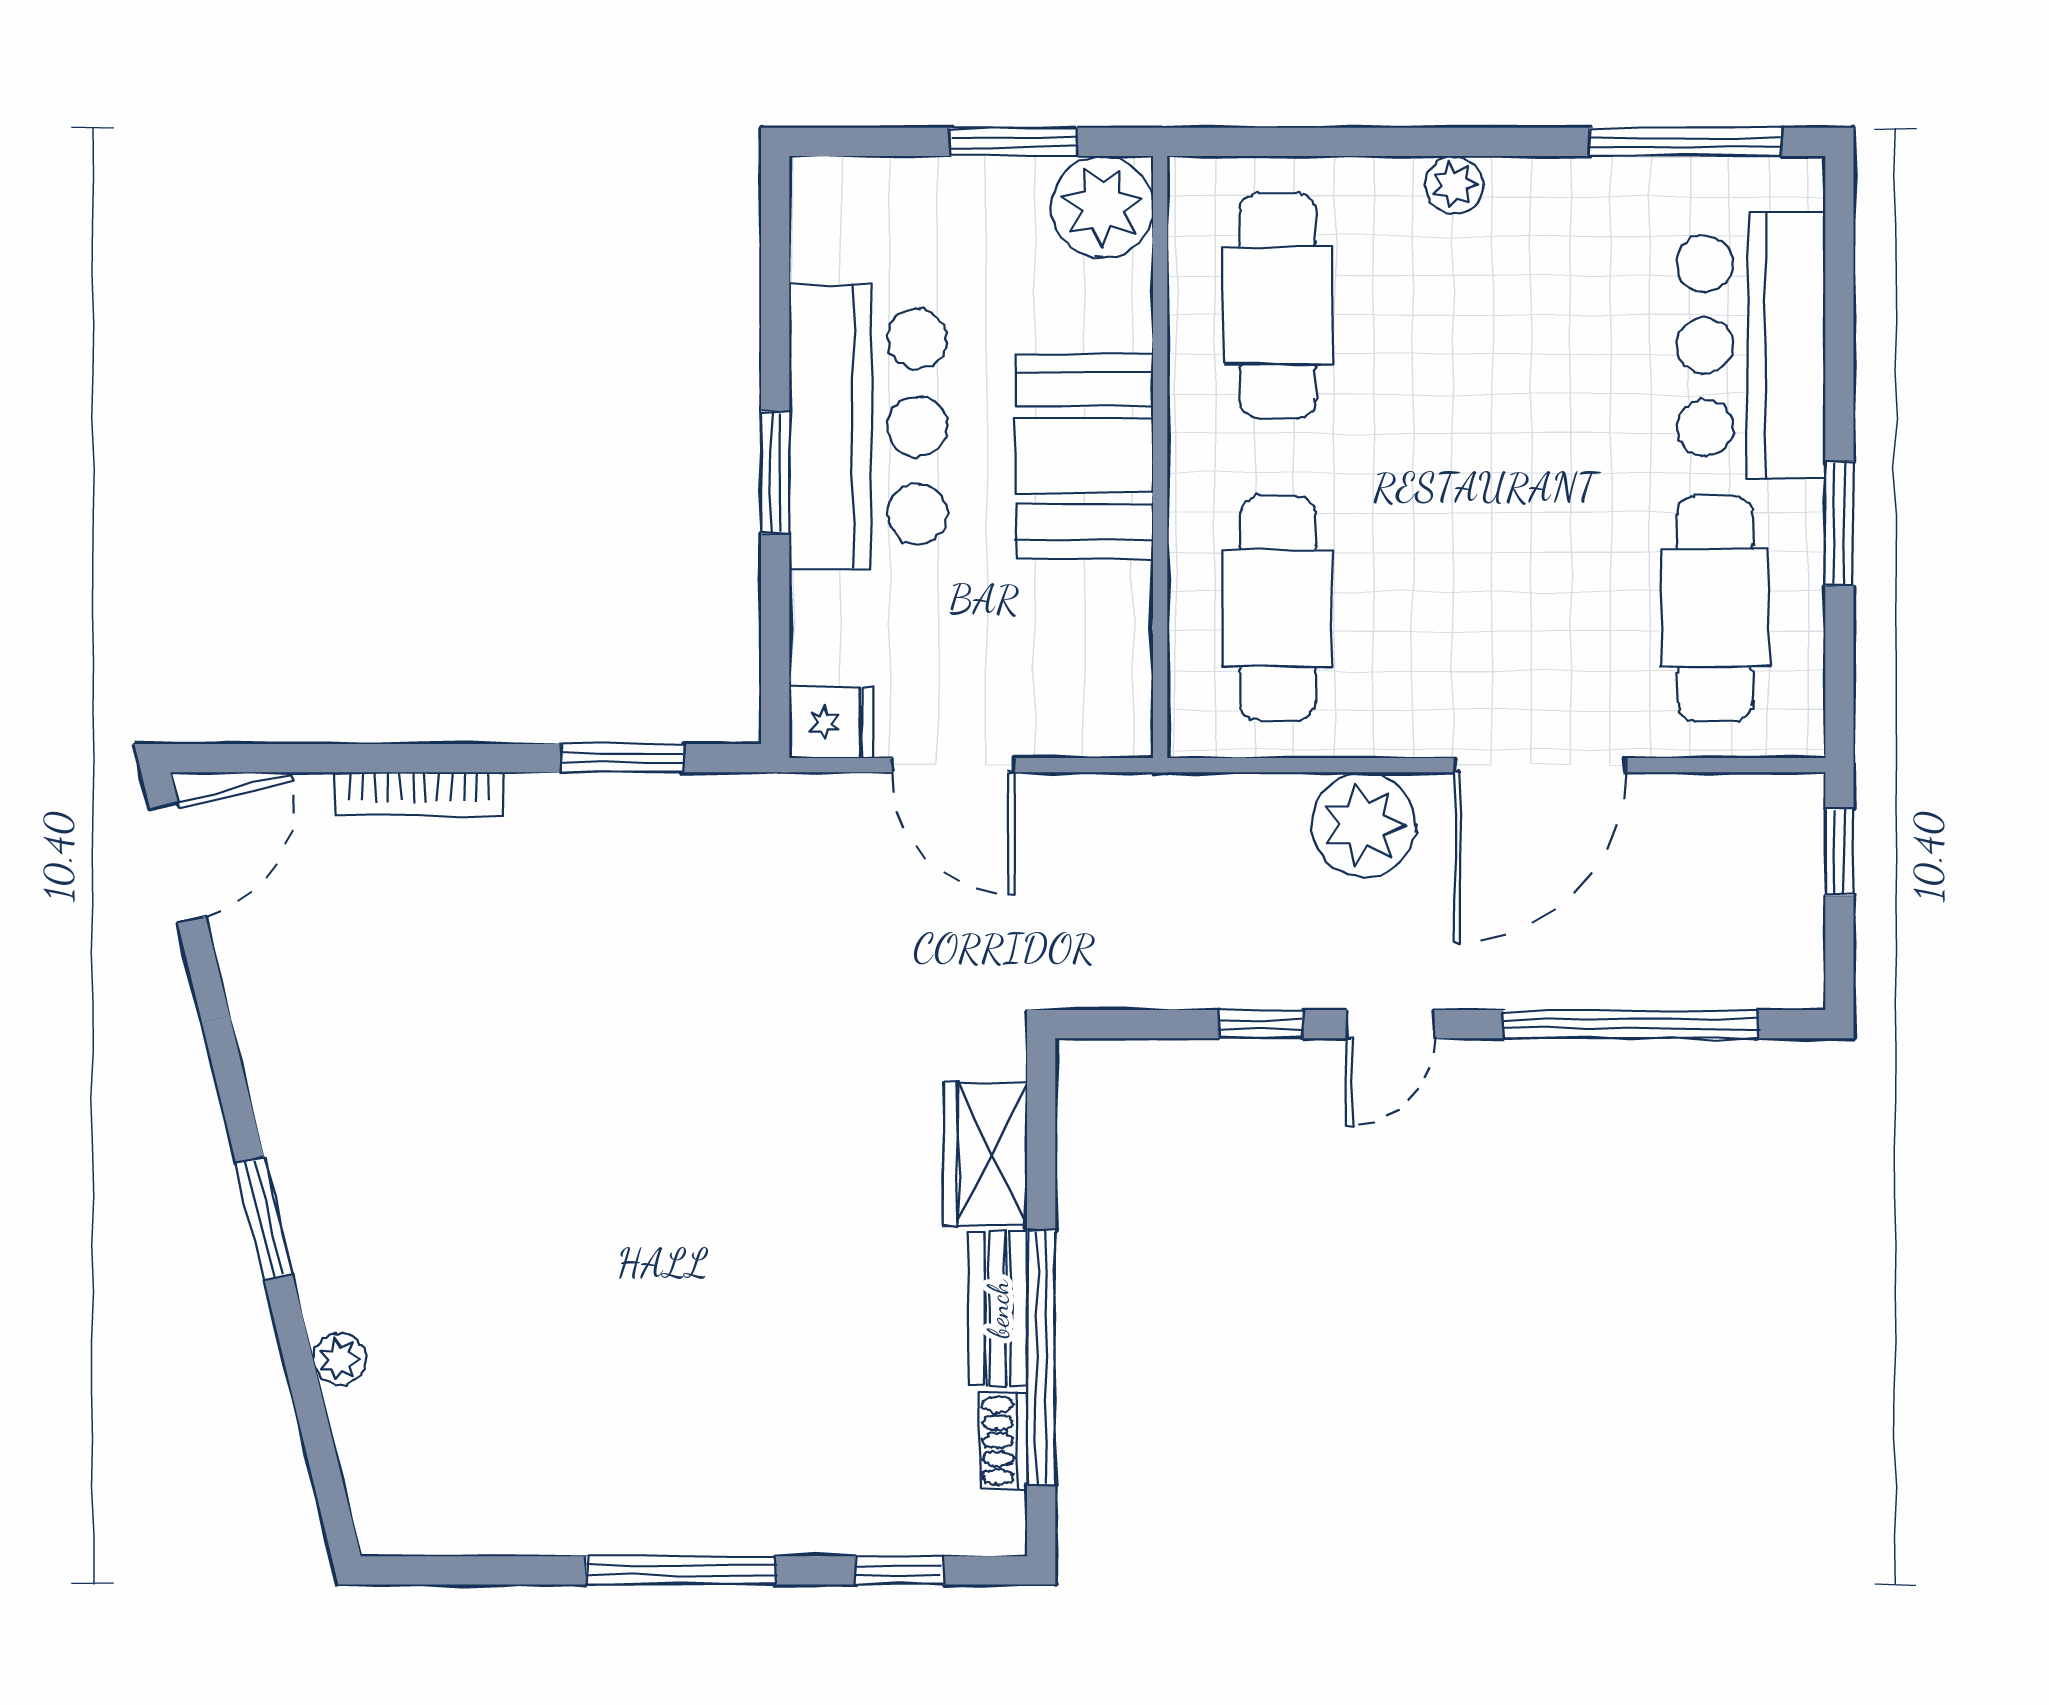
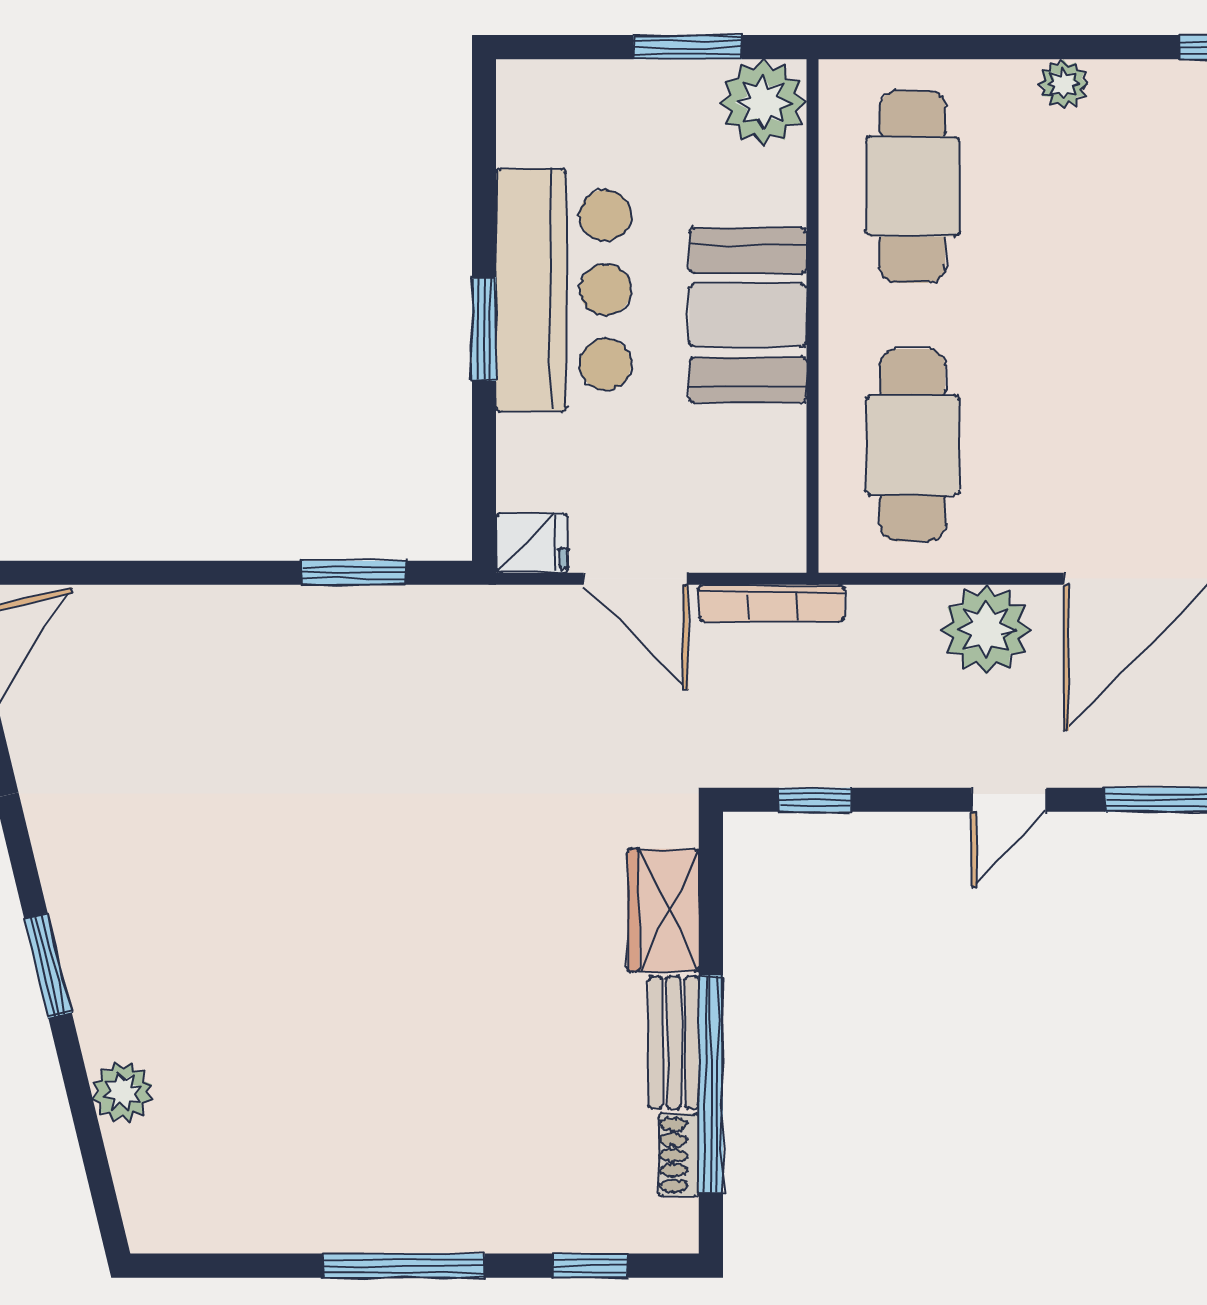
bookcase: (419, 794) -> (772, 603), moved
window: (1261, 1024) -> (815, 800), moved
plant: (339, 1359) -> (122, 1092), width x1.38, depth x1.38

